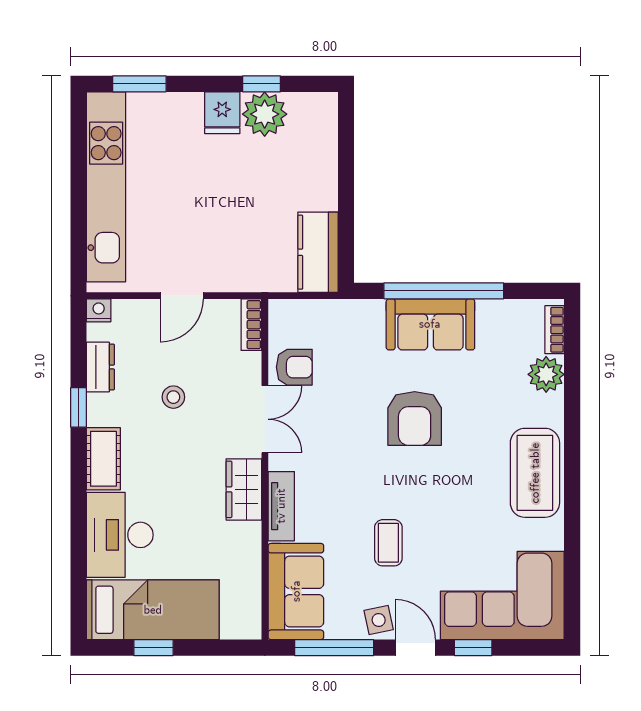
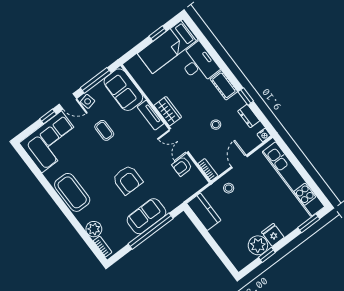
stool: (239, 261) -> (229, 188), added
armchair: (415, 418) -> (128, 180), turned 180

